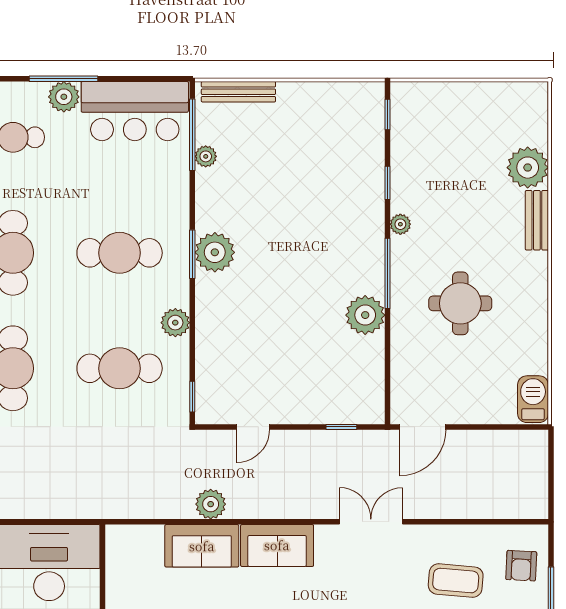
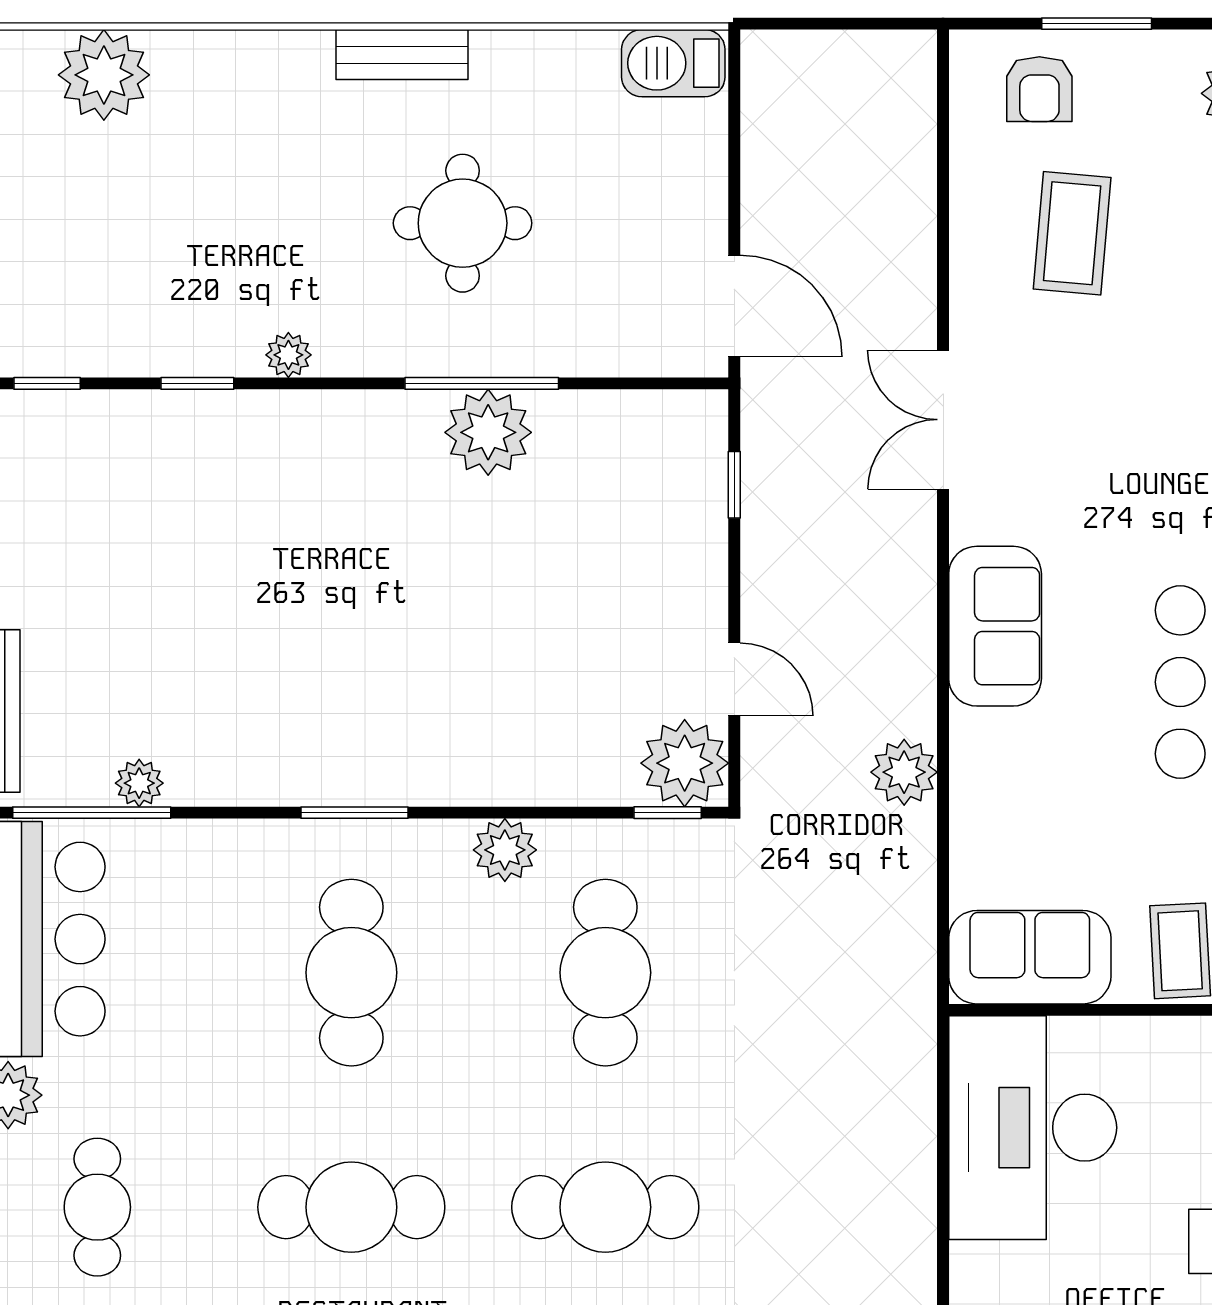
plant: (528, 168) -> (104, 75), moved
bench: (537, 220) -> (402, 55), moved
plant: (215, 252) -> (685, 763), moved
window: (387, 273) -> (482, 383), moved
sofa: (202, 546) -> (1030, 957), moved, turned -90
armchair: (521, 566) -> (1039, 89), turned 87

